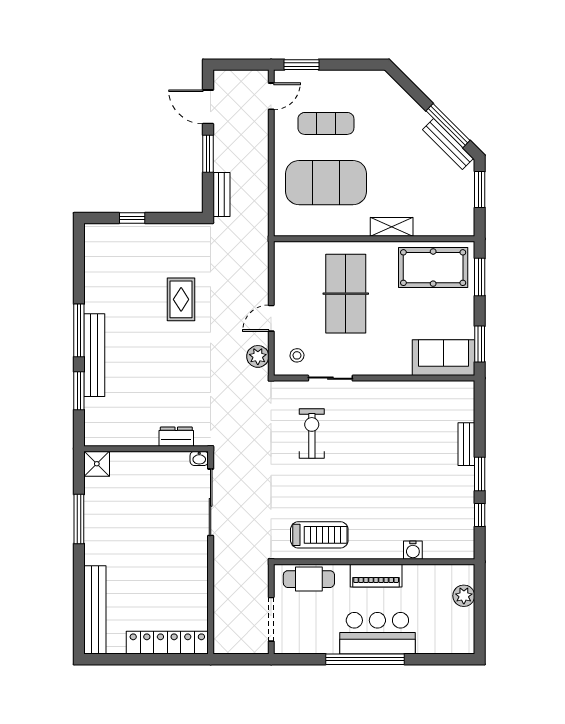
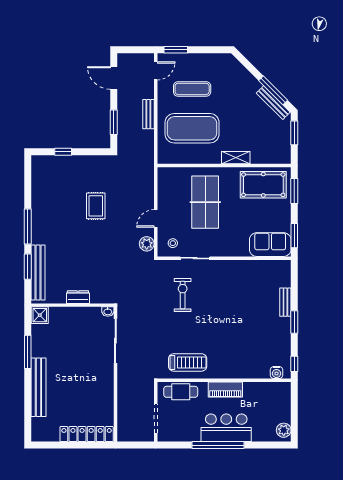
window: (208, 154) -> (114, 122), moved
bench: (222, 195) -> (148, 114), moved
bench: (94, 355) -> (38, 273), moved
dresser: (176, 437) -> (78, 297), moved
window: (480, 515) -> (294, 364), moved
water cooler: (413, 550) -> (277, 373), moved
plant: (464, 596) -> (284, 430), moved
bench: (95, 610) -> (38, 387), moved

